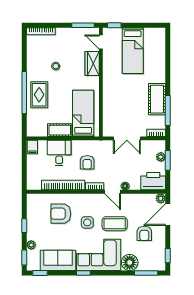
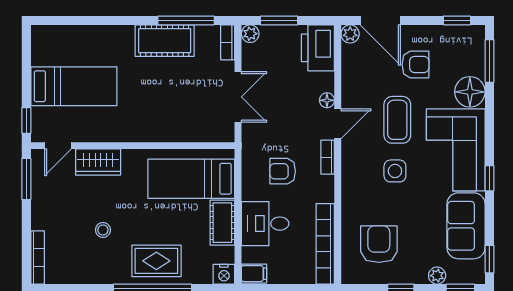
nightstand: (32, 131) -> (224, 274), added
plant: (161, 157) -> (250, 34), moved
armchair: (87, 162) -> (283, 171), turned 180
bookcase: (63, 185) -> (325, 244), moved
armchair: (61, 214) -> (379, 244), moved, turned 180

